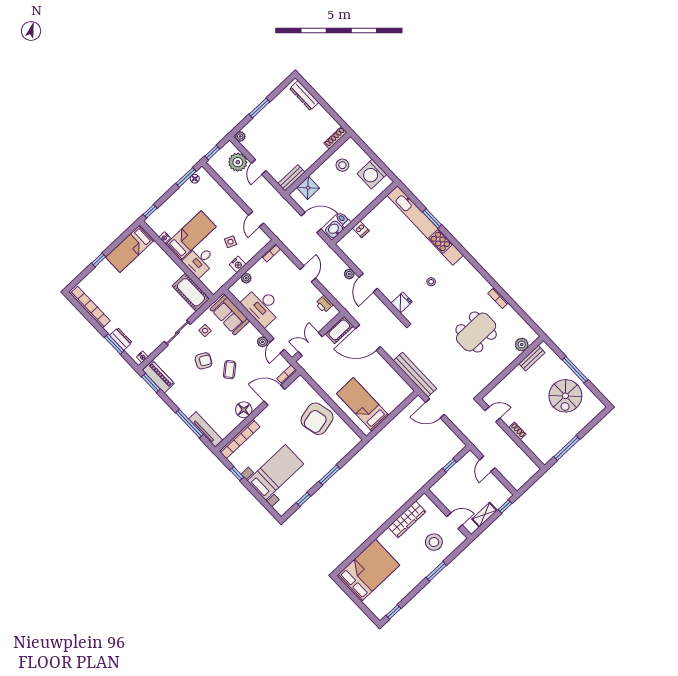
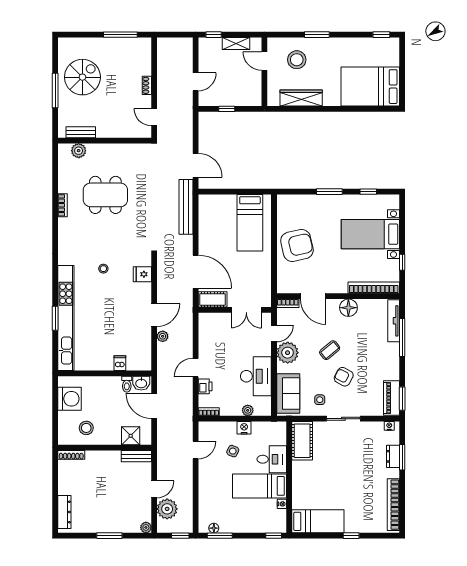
printer: (324, 304) -> (205, 386), moved
plant: (262, 342) -> (288, 353), width x1.88, depth x1.88

